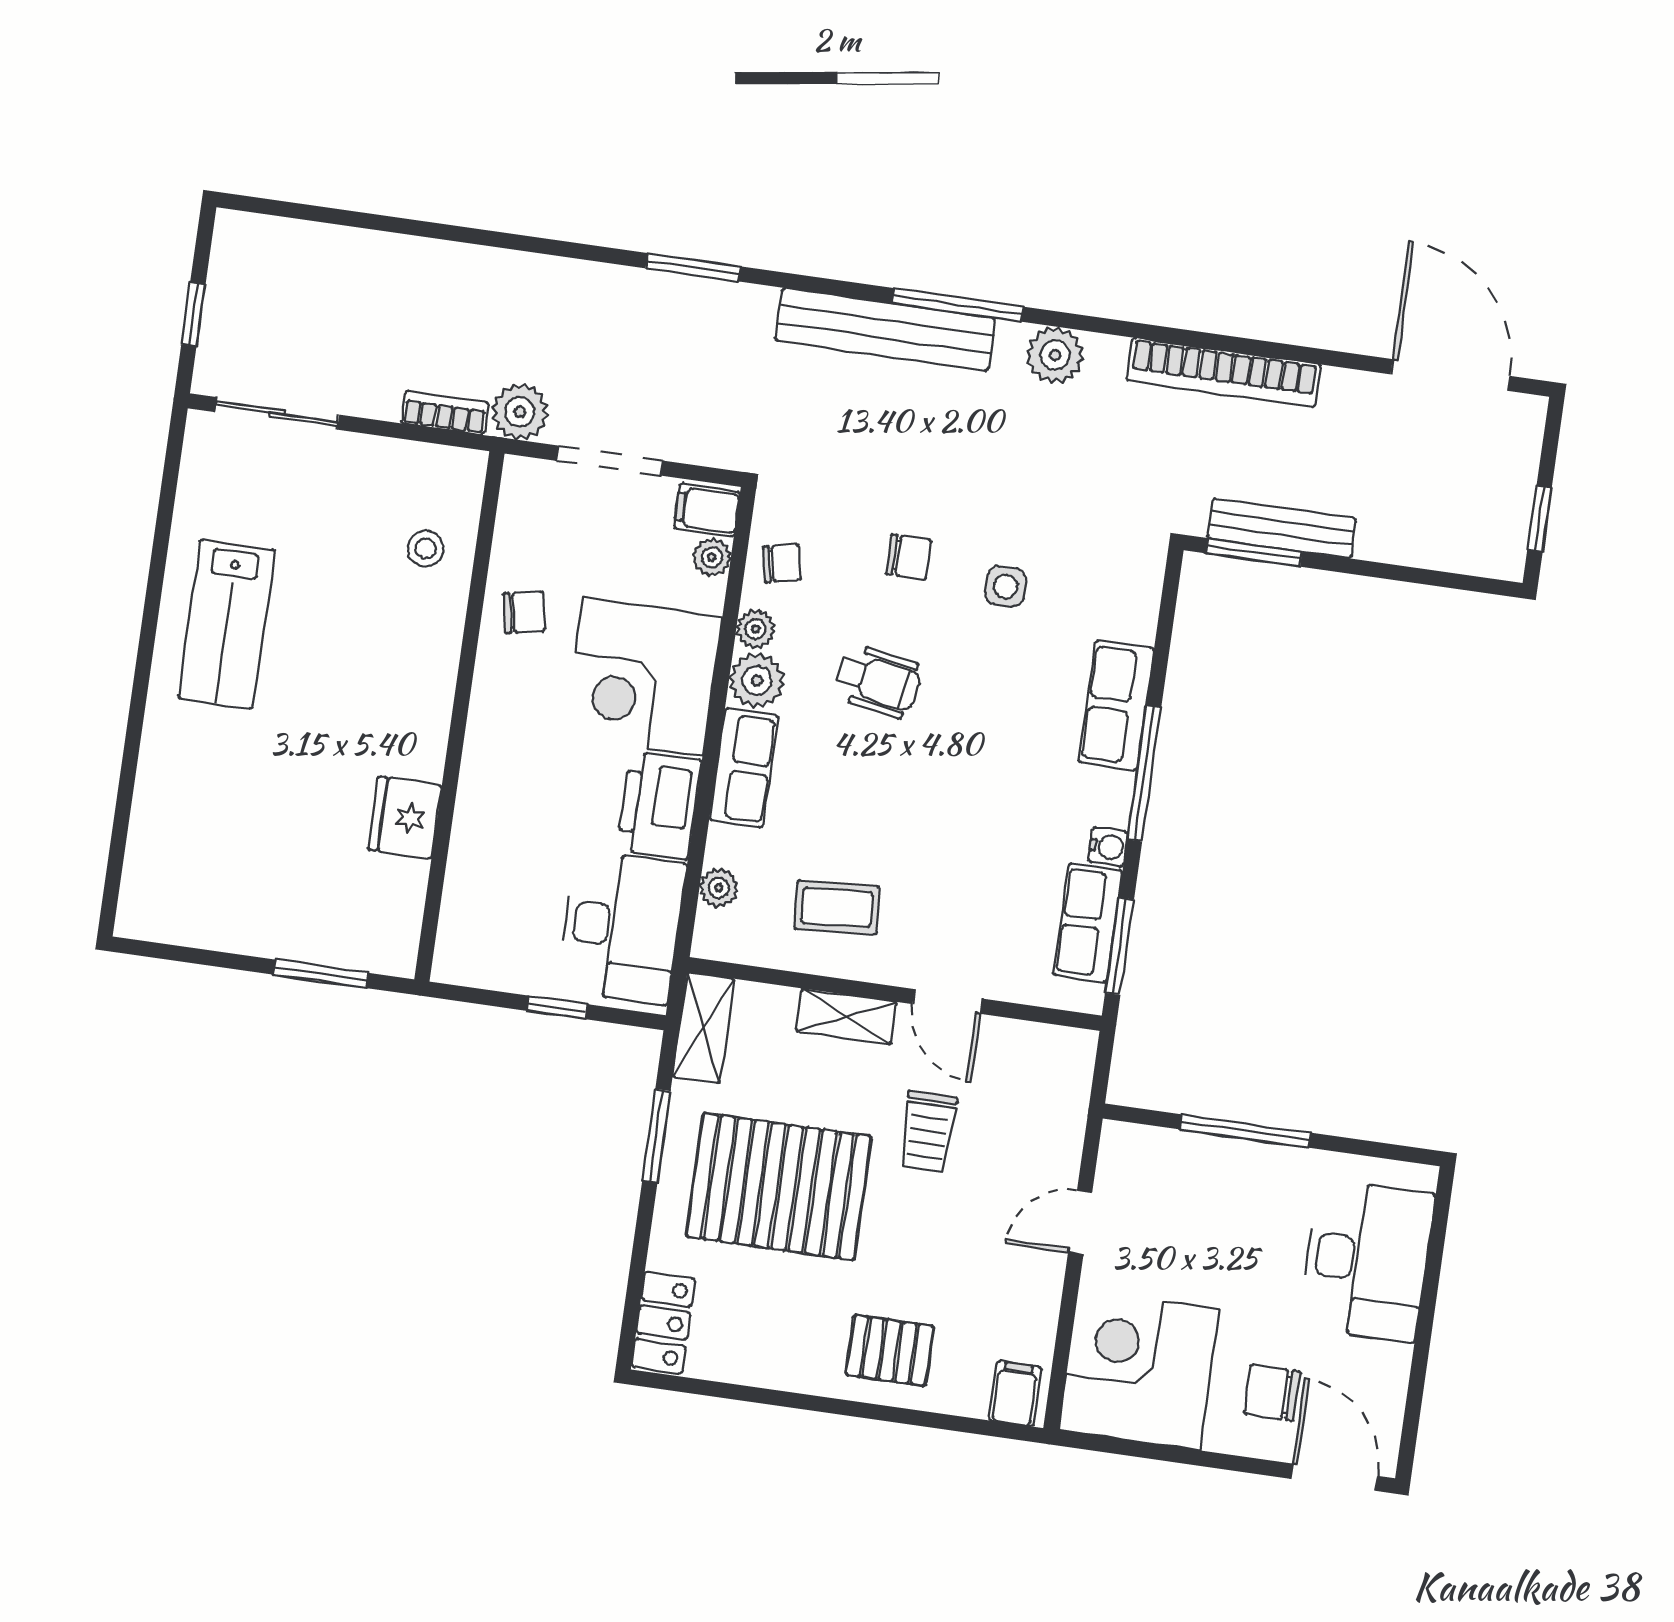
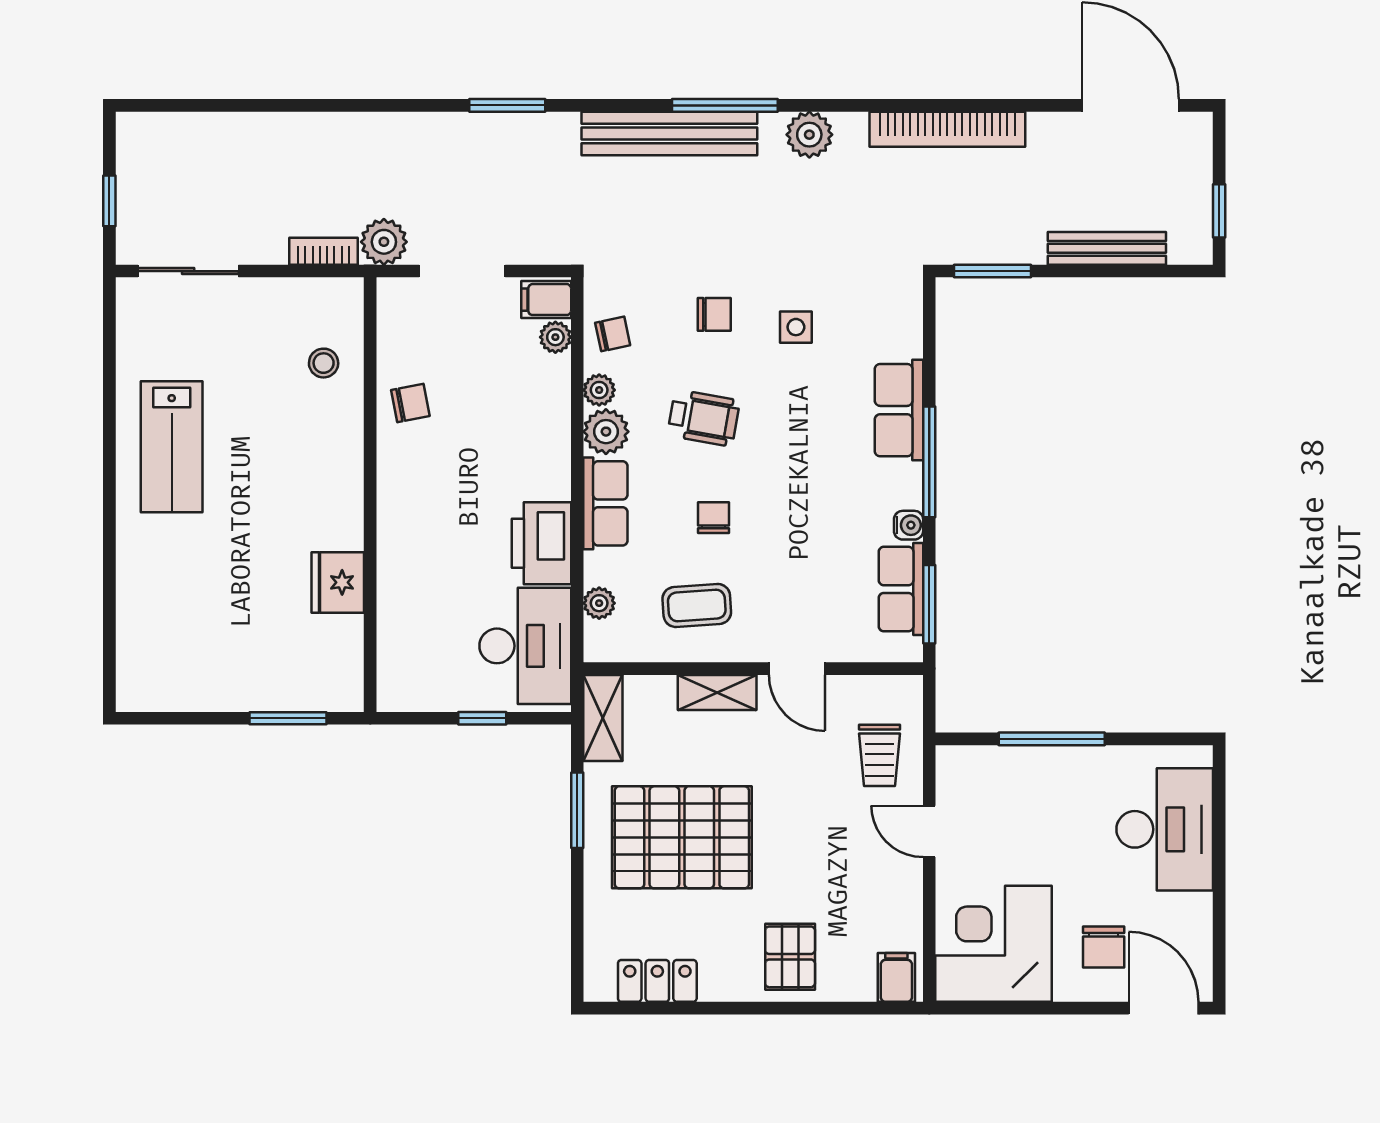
bench: (1282, 528) -> (1107, 248), moved
corner desk: (643, 677) -> (514, 441), removed
chair: (872, 804) -> (713, 518), added
trolley: (928, 1132) -> (879, 755), moved
door: (1080, 1222) -> (929, 831), hinge flipped
locker: (663, 1323) -> (657, 981), moved, turned -90
pallet: (890, 1350) -> (790, 957), turned 90
chair: (1272, 1393) -> (1104, 947), turned -90

